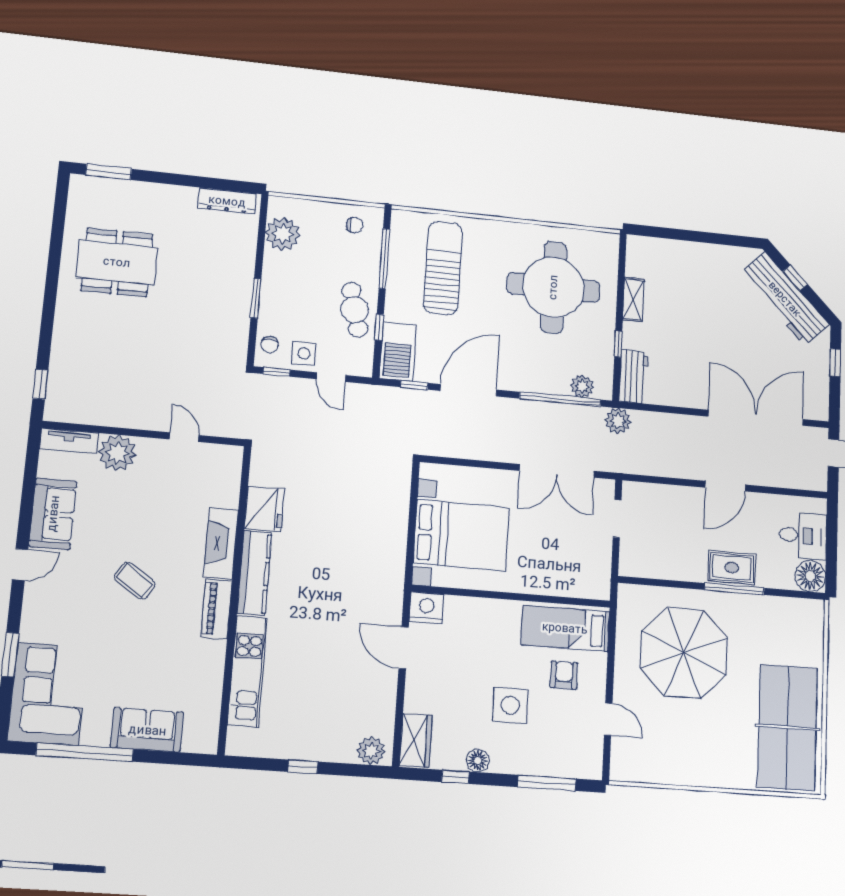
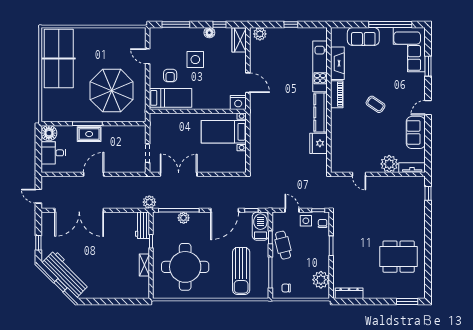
plant: (582, 386) -> (184, 218), moved
bed with nightstands: (461, 535) -> (224, 132), width x0.73
fireplace: (221, 543) -> (337, 63), moved

